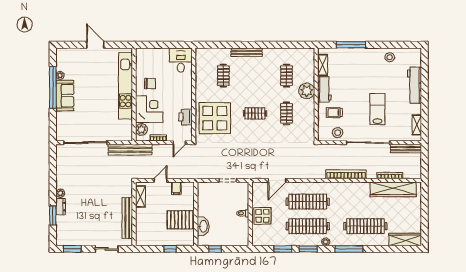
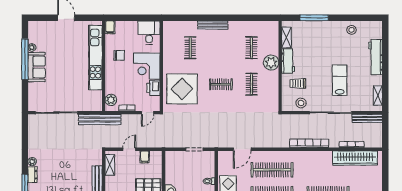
filing cabinet: (141, 55) -> (110, 27), added
corner desk: (149, 109) -> (147, 66), moved, turned 180

